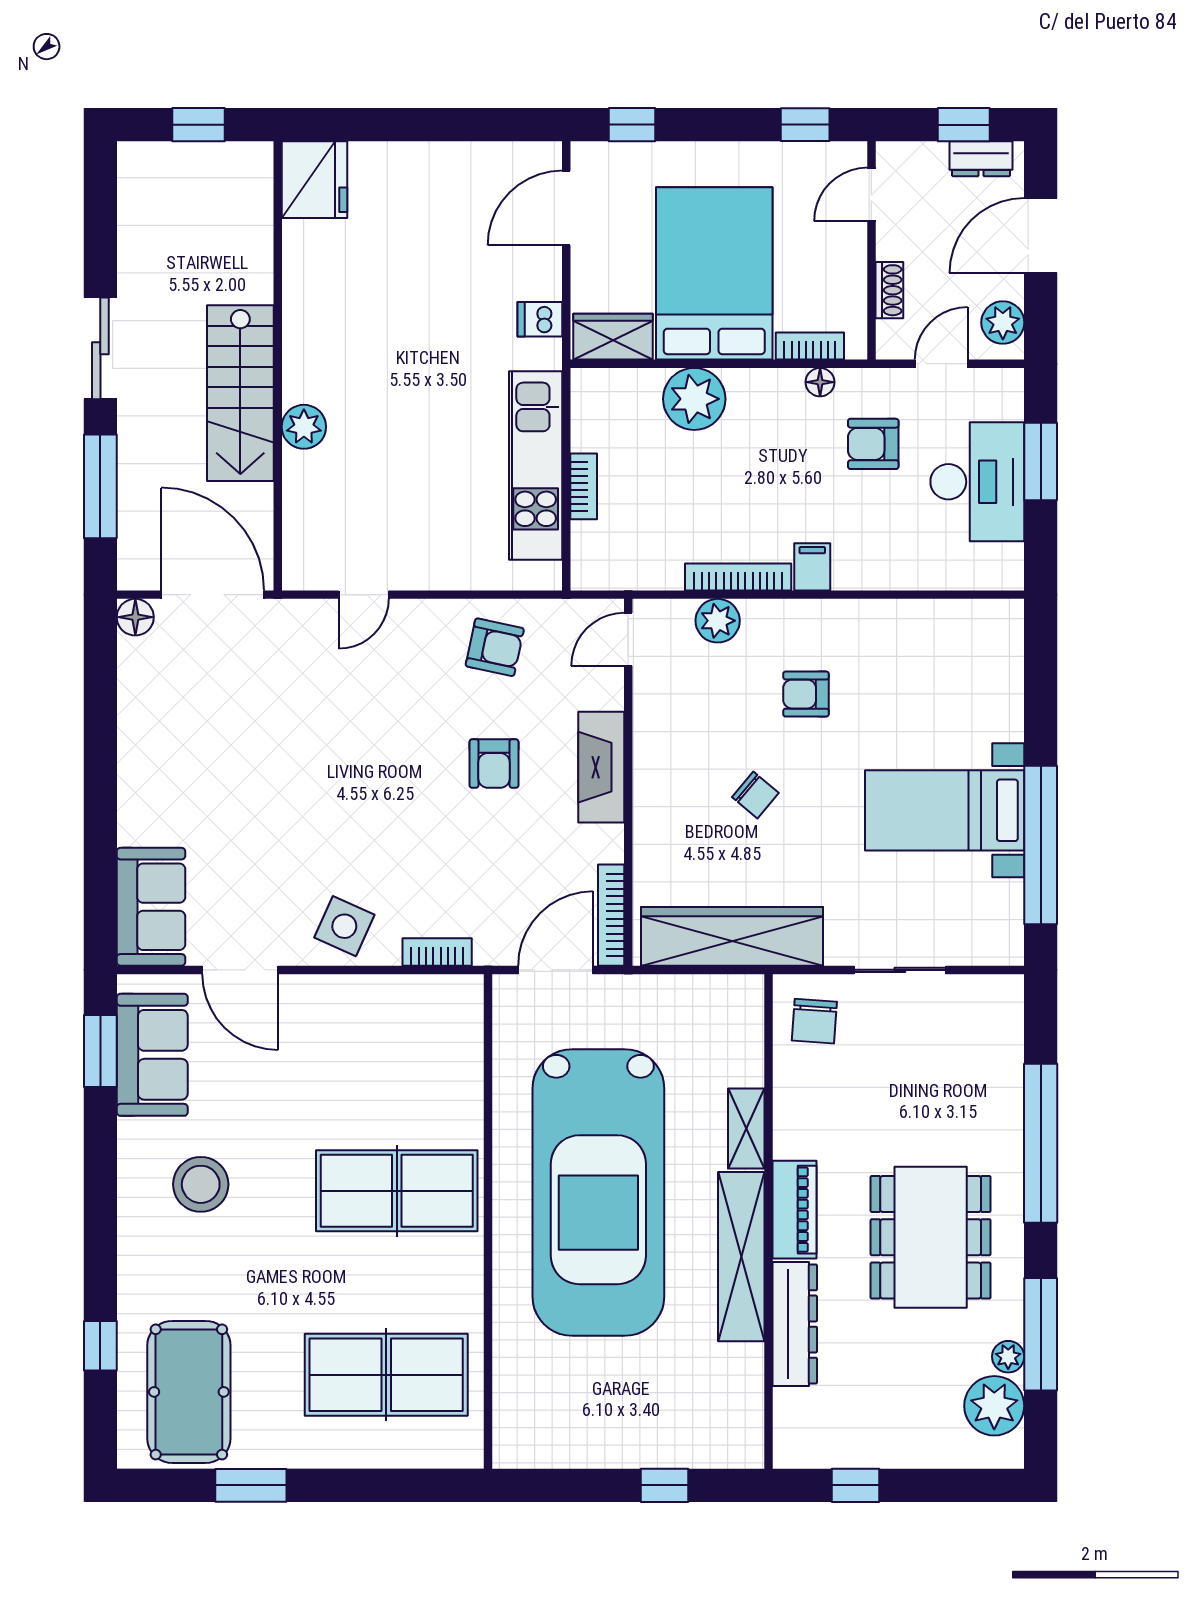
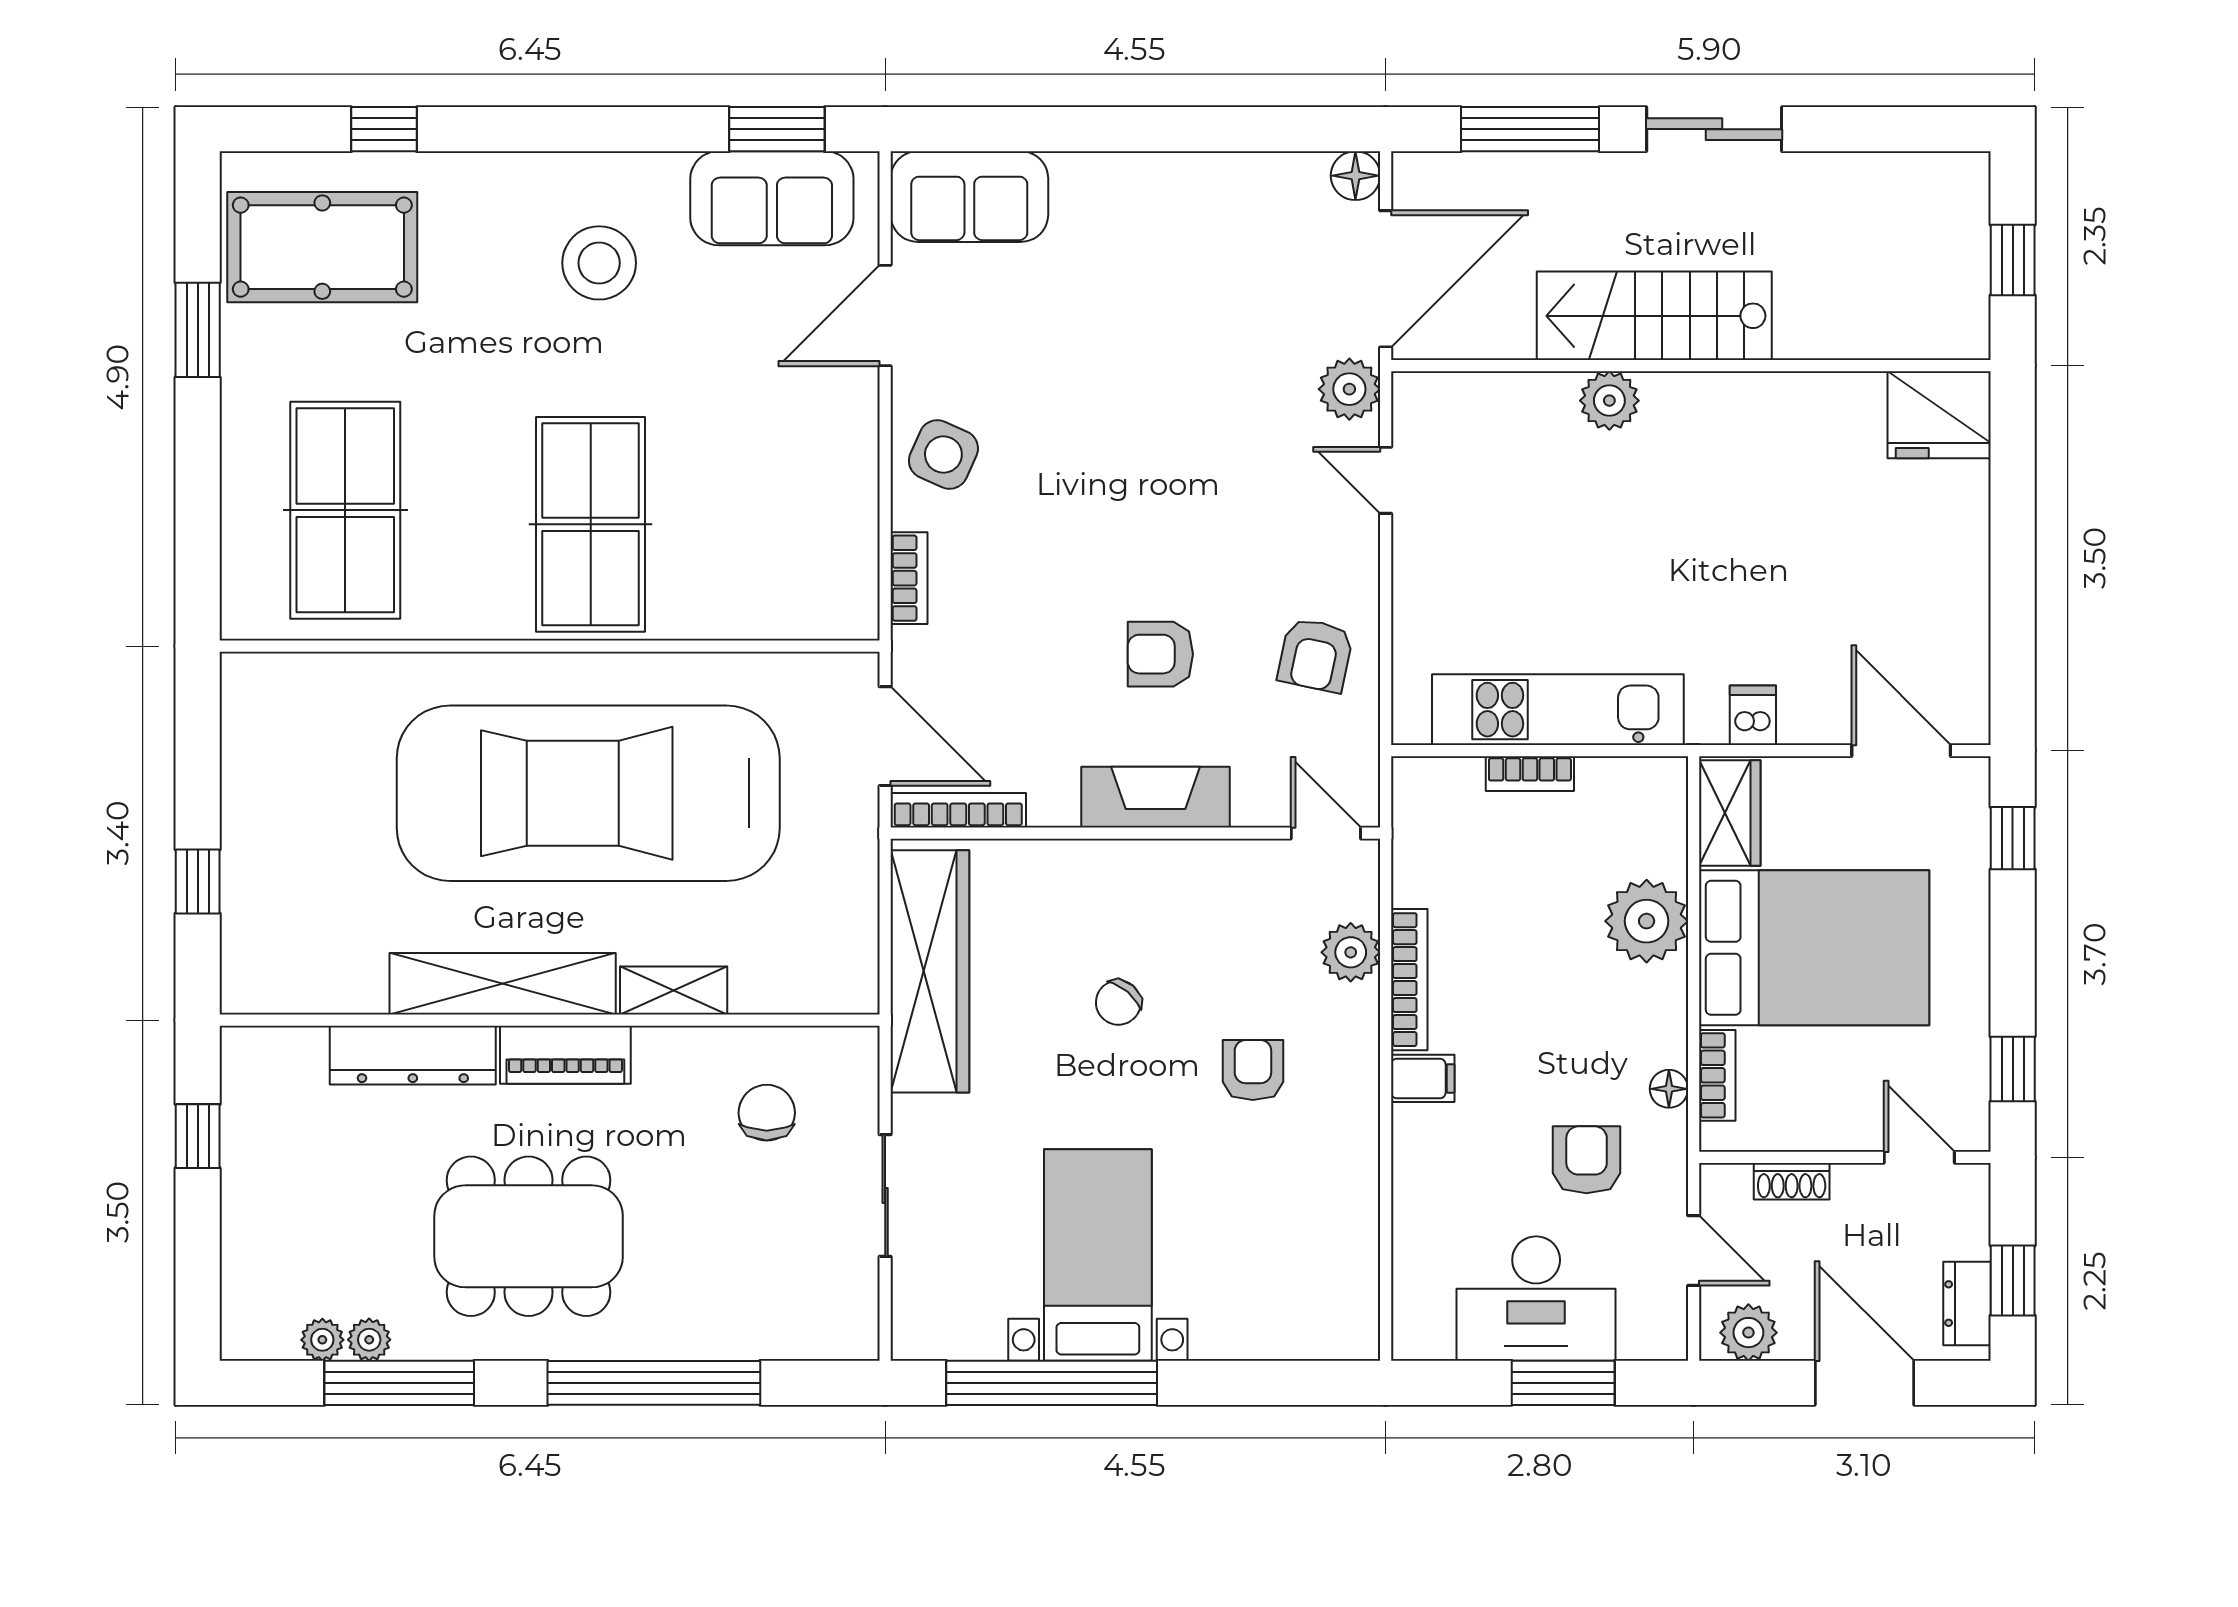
plant: (295, 622) -> (1349, 389), added
chair: (814, 1021) -> (767, 1113), moved, turned 86
plant: (994, 1406) -> (322, 1340), width x0.53, depth x0.53

